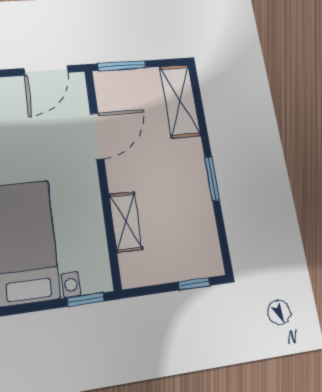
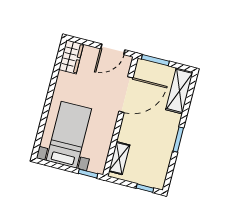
door: (97, 136) -> (126, 95), width x1.36
shelving: (126, 222) -> (119, 158), moved

